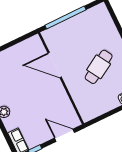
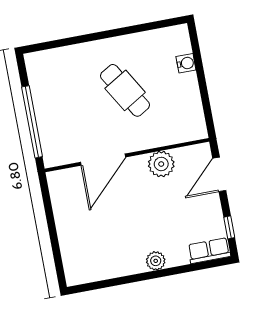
plant: (61, 100) -> (161, 164), added

